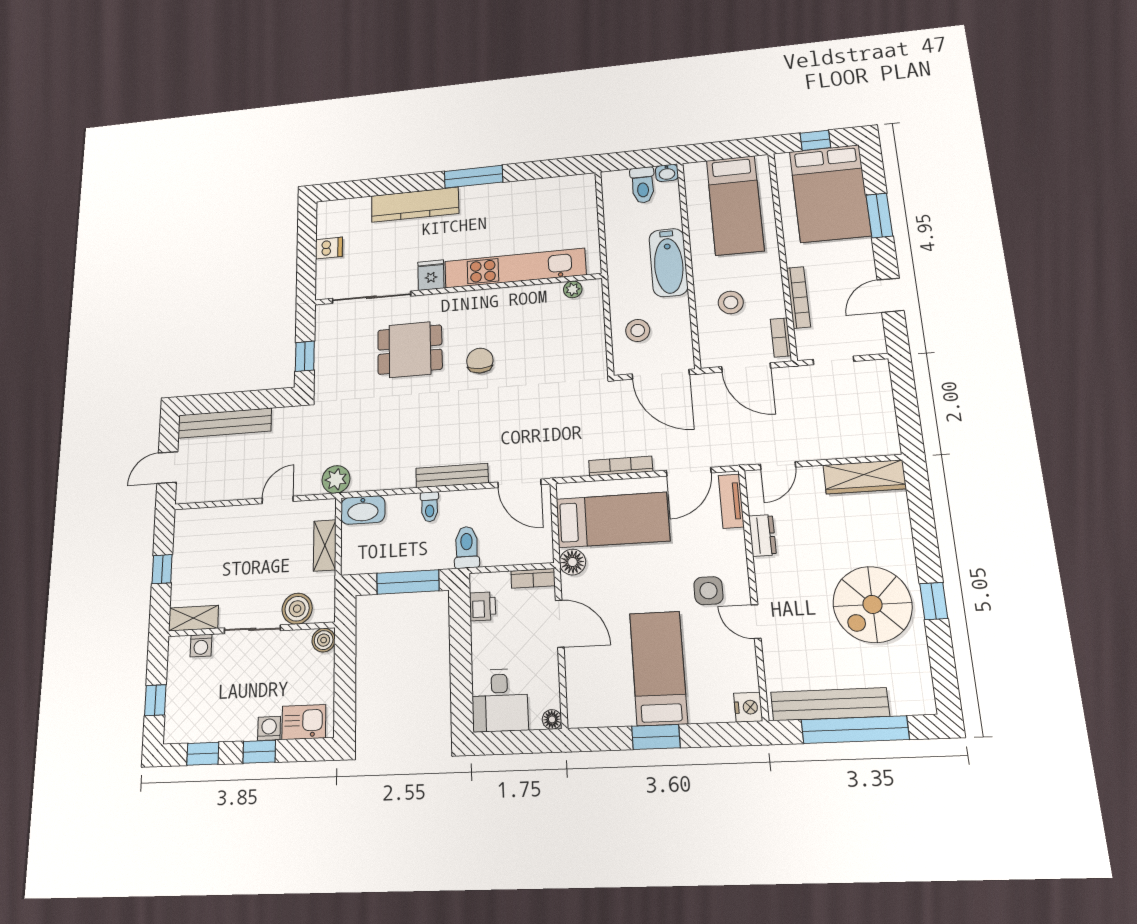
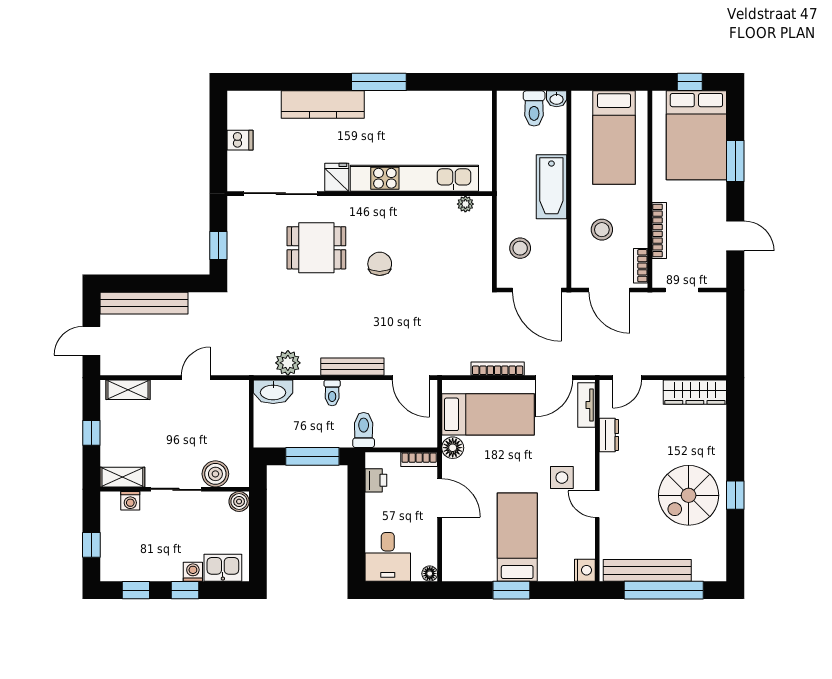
door: (891, 295) -> (735, 236), swing flipped
plant: (336, 479) -> (288, 363), moved
shelving: (325, 545) -> (128, 390), moved, turned 90

